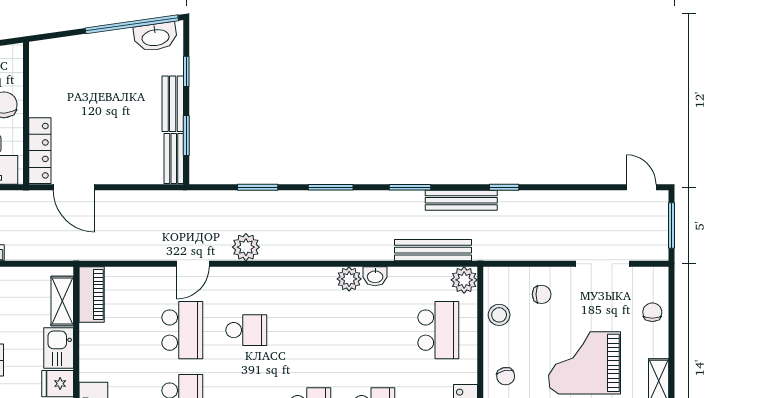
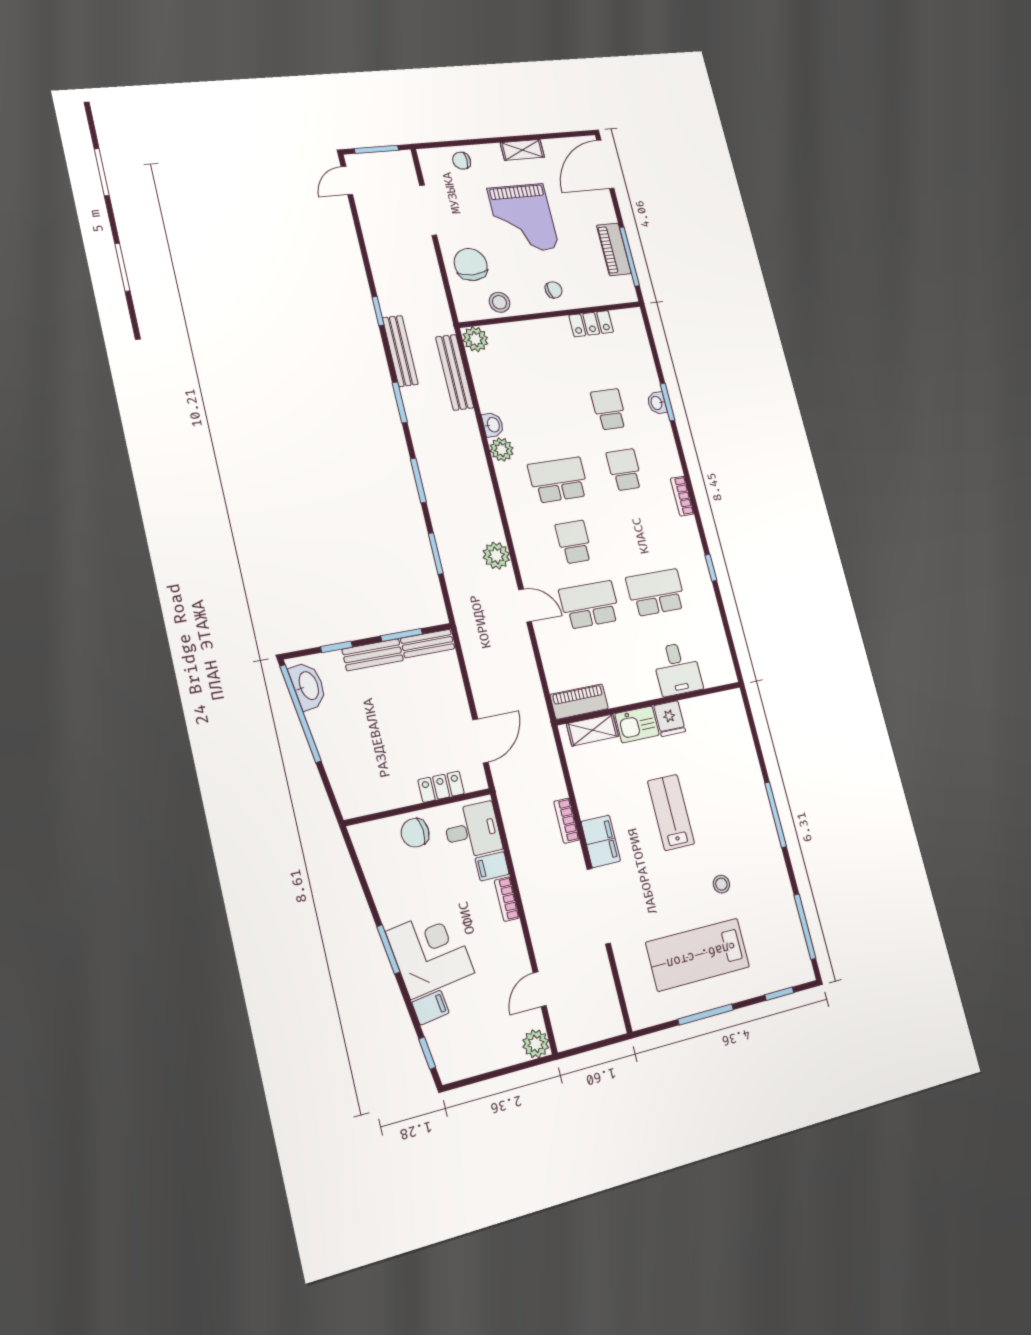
locker: (40, 151) -> (441, 787), width x0.66
chair: (542, 294) -> (471, 264), width x1.87, depth x1.87
school desk: (438, 330) -> (558, 480), moved

